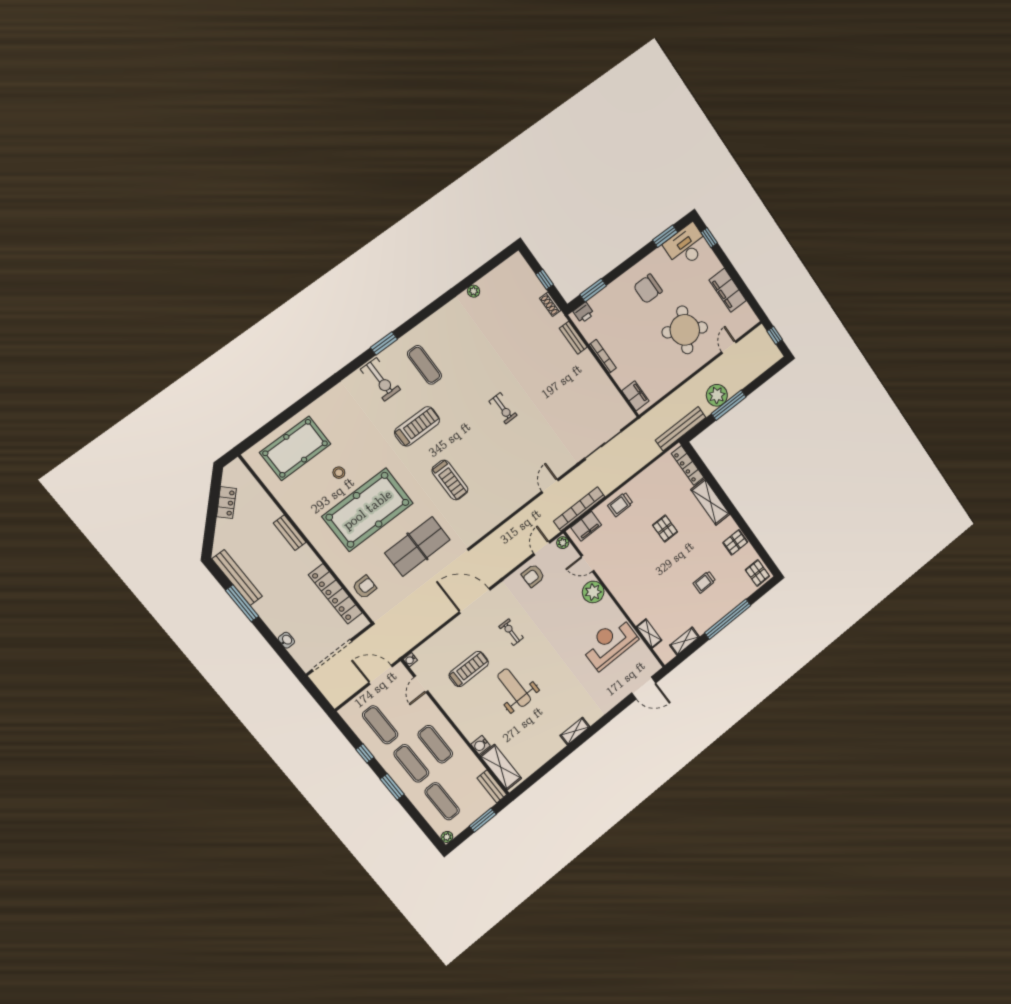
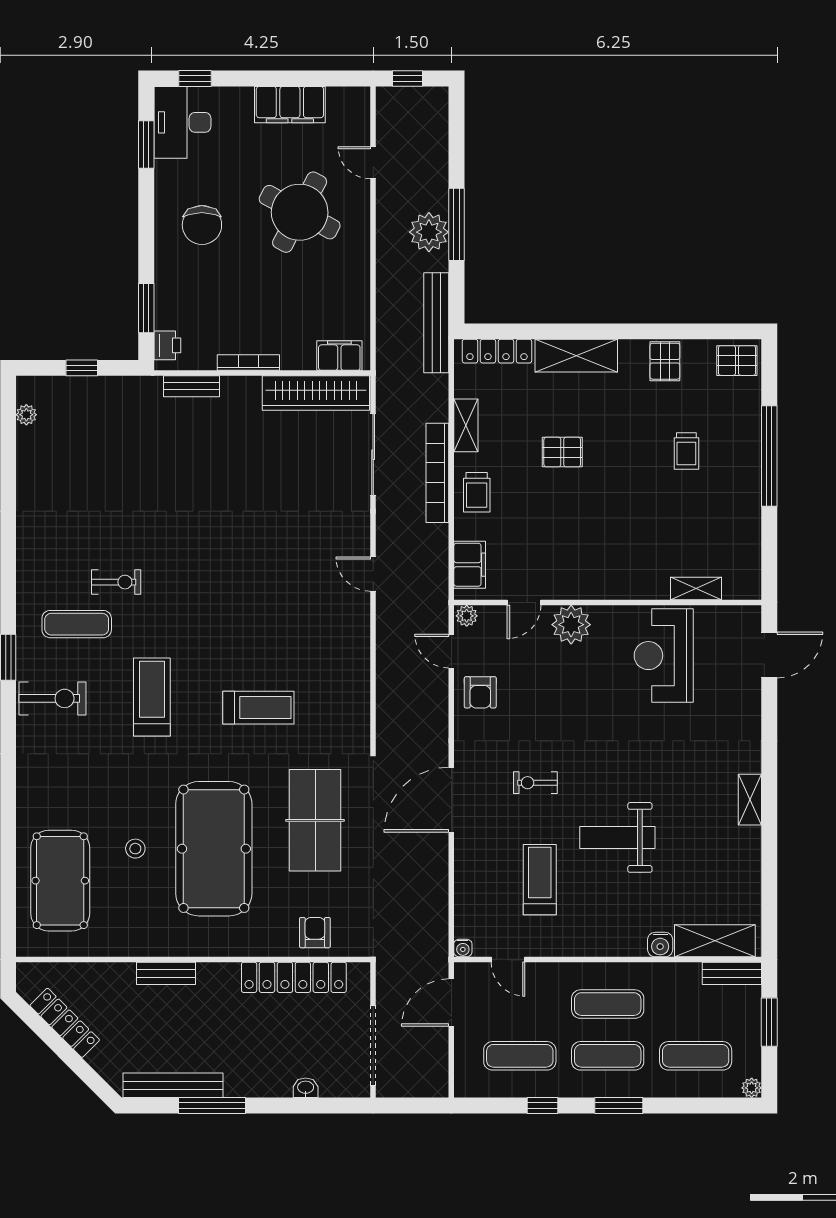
plant: (474, 291) -> (26, 415), moved
shoe rack: (550, 304) -> (122, 385), removed
wardrobe: (611, 398) -> (316, 393), added
exercise bike: (503, 408) -> (116, 582), moved
locker: (227, 503) -> (65, 1023), width x1.53
bookcase: (579, 509) -> (437, 473), moved
shelving: (685, 641) -> (466, 425), moved

